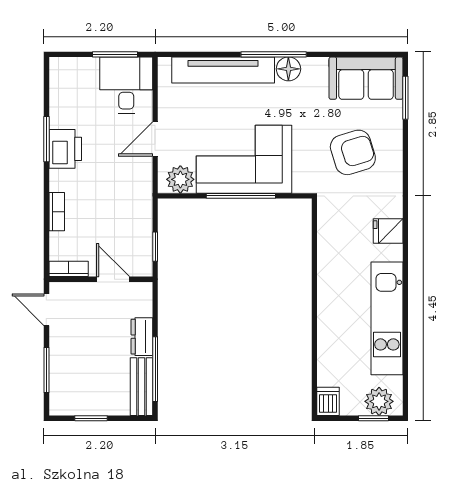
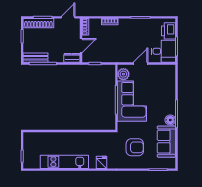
tv unit: (223, 70) -> (170, 92), removed
sofa: (366, 78) -> (166, 142), moved
door: (155, 139) -> (141, 63), hinge flipped
printer: (65, 149) -> (169, 31), moved, turned 90
armchair: (353, 152) -> (135, 147), turned -73
dresser: (142, 337) -> (72, 58), moved
shoe rack: (60, 380) -> (38, 23), added
dishwasher: (328, 401) -> (29, 137), removed
plant: (379, 401) -> (29, 158), removed

